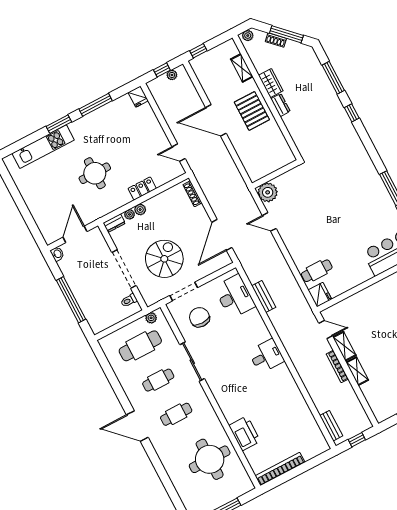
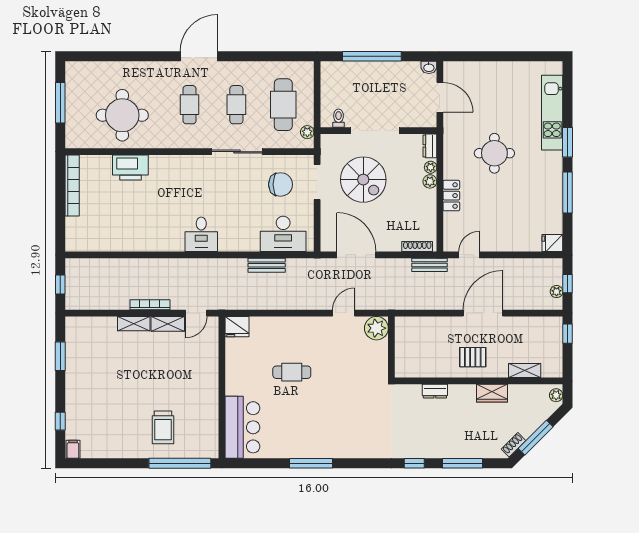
shoe rack: (276, 40) -> (514, 445), moved
dresser: (280, 105) -> (435, 391), moved
pallet: (252, 111) -> (473, 357), width x0.67, depth x0.71
cafe table: (317, 271) -> (292, 372), moved, turned 90
bench: (331, 426) -> (429, 265), moved

